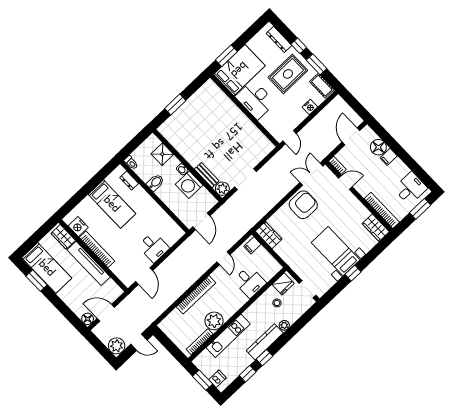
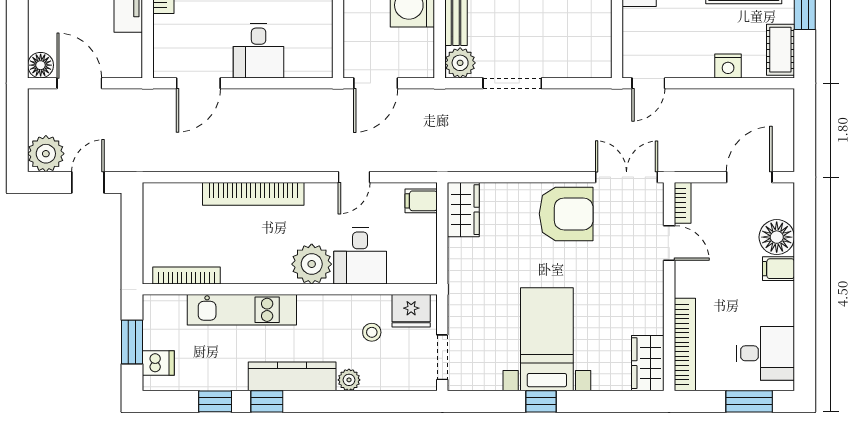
plant: (214, 321) -> (312, 264), moved
door: (139, 342) -> (88, 182), swing flipped

